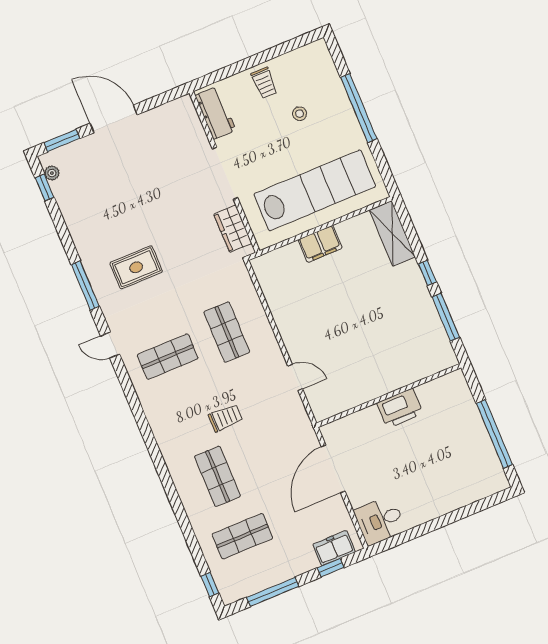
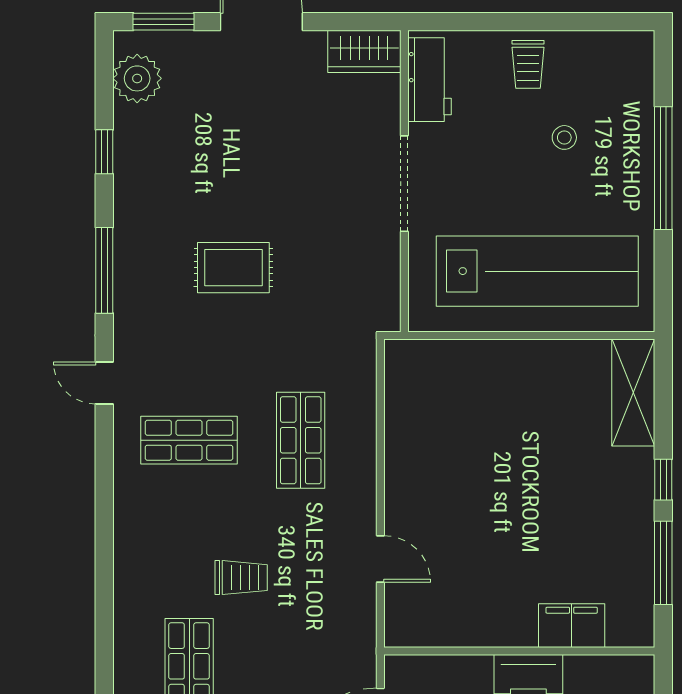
plant: (52, 173) -> (137, 78), width x1.88, depth x1.88
window: (45, 188) -> (104, 152), moved
wardrobe: (233, 229) -> (364, 51), moved, turned -90
filing cabinet: (320, 244) -> (572, 626), moved, turned 180
rug: (136, 267) -> (233, 268), moved

